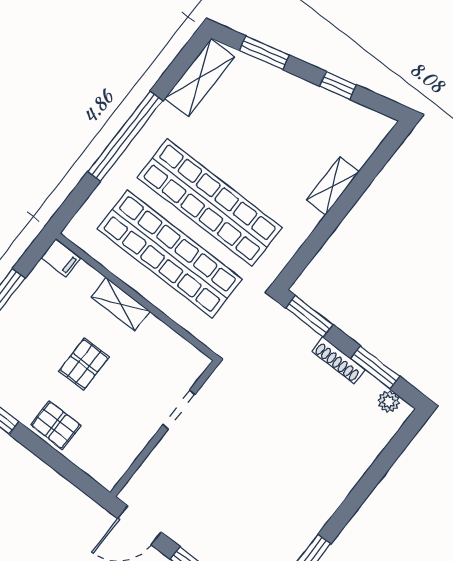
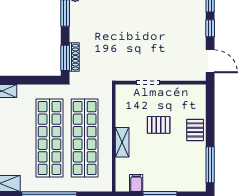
filing cabinet: (61, 258) -> (136, 183), moved
shoe rack: (338, 360) -> (74, 57), moved
pallet: (84, 364) -> (159, 125), moved

